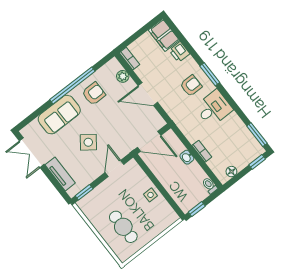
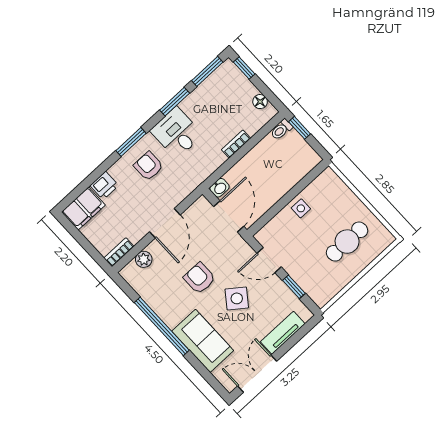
armchair: (94, 94) -> (200, 278), moved
window: (237, 109) -> (175, 102), added
double door: (32, 153) -> (257, 374), swing flipped
washbasin: (187, 157) -> (220, 188), moved
window: (84, 192) -> (294, 287), moved
window: (197, 209) -> (299, 128), moved

